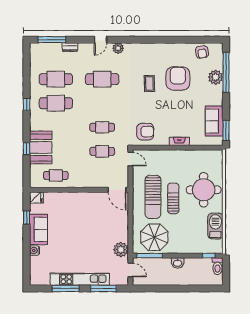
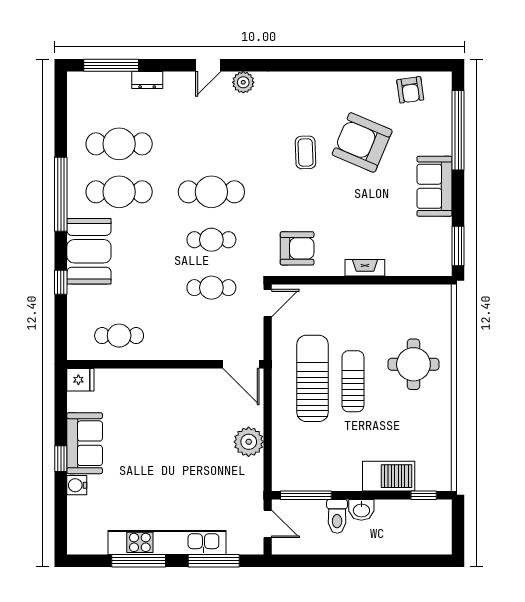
plant: (216, 77) -> (437, 140), removed
armchair: (178, 78) -> (362, 142), turned -67
cafe table: (102, 79) -> (211, 192), moved
window: (27, 104) -> (61, 194), width x3.17
sofa: (214, 121) -> (434, 186), moved
booth: (41, 147) -> (89, 251), moved
door: (130, 159) -> (268, 303), hinge flipped
round table: (204, 190) -> (413, 364), width x0.73, depth x0.73
sun lounger: (153, 197) -> (313, 378), turned 180
window: (27, 217) -> (61, 459), moved
barbecue: (215, 226) -> (389, 476), moved, turned 90
parasol: (154, 237) -> (315, 459), removed
plant: (121, 250) -> (249, 442), moved
toilet: (218, 266) -> (337, 516), moved

